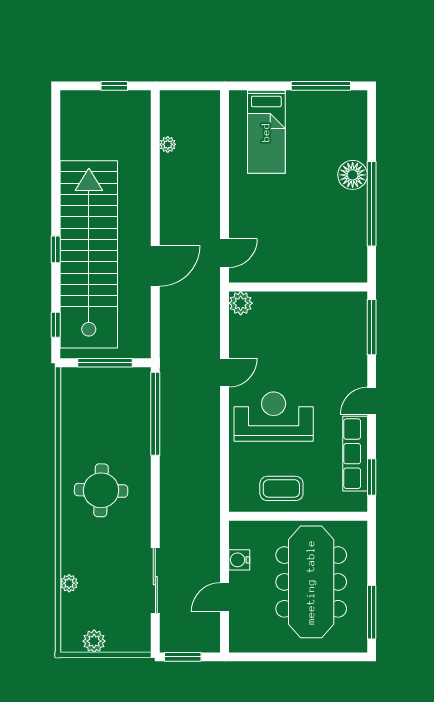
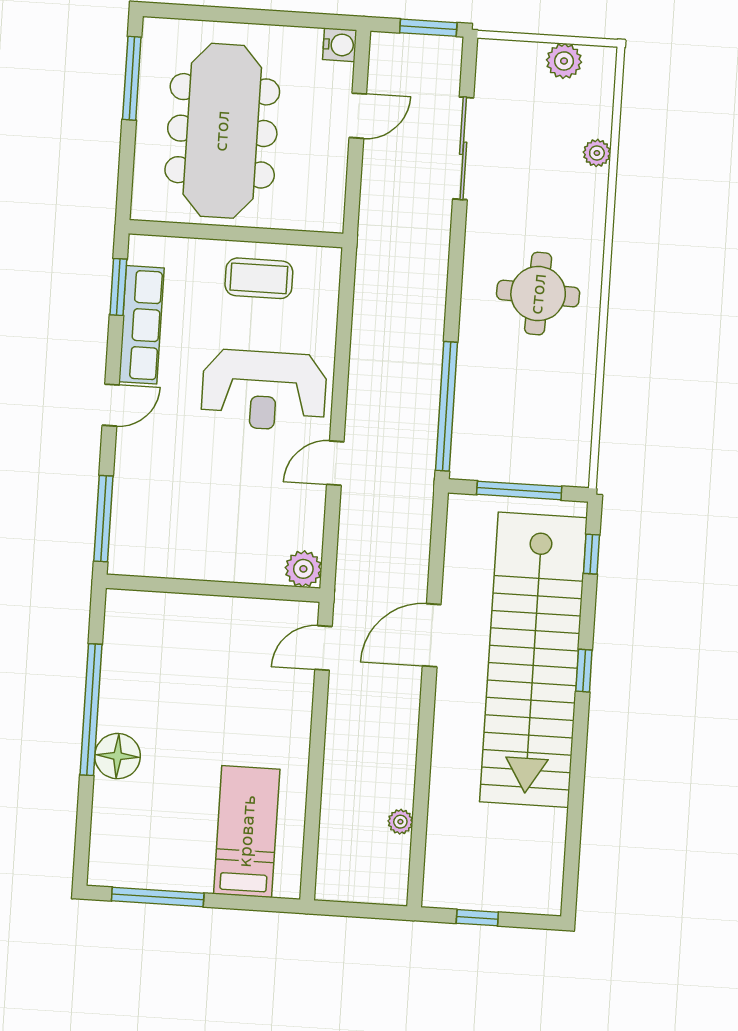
water cooler: (239, 560) -> (340, 45), moved

